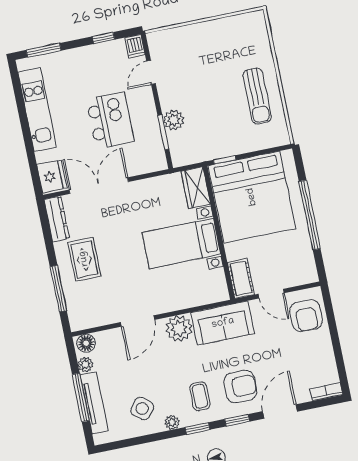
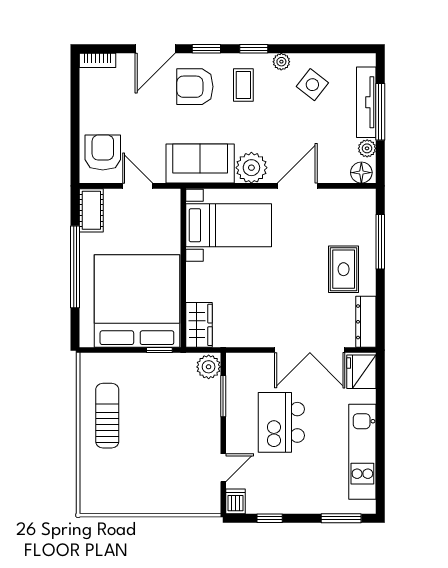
plant: (174, 120) -> (209, 367), moved
bed with nightstands: (181, 243) -> (229, 225), moved
cot: (241, 278) -> (91, 210), moved

